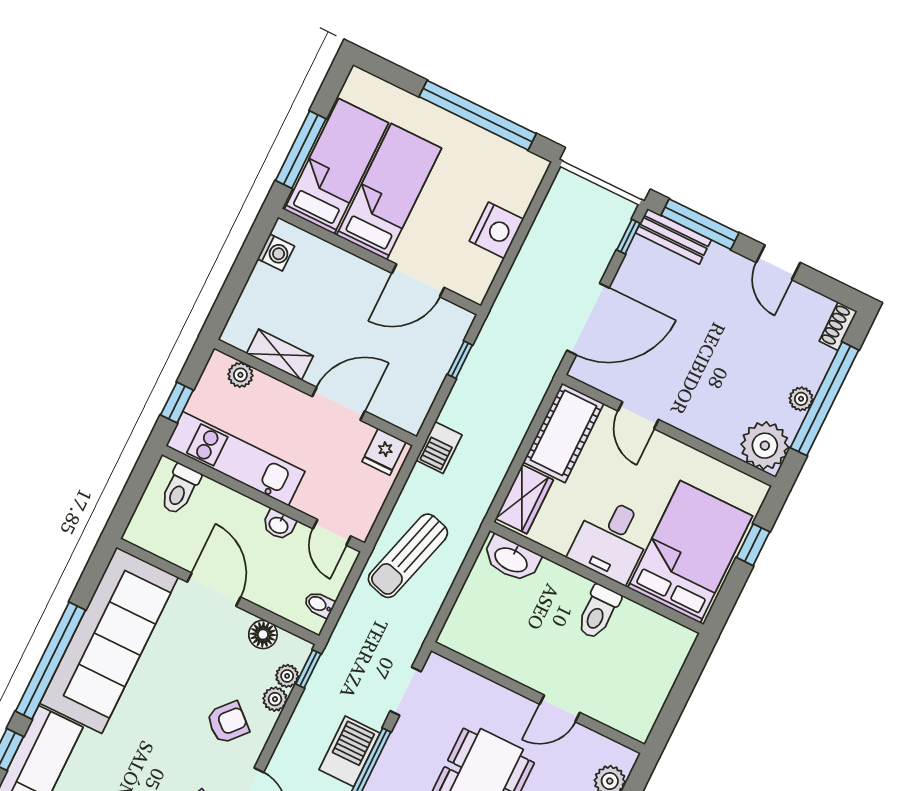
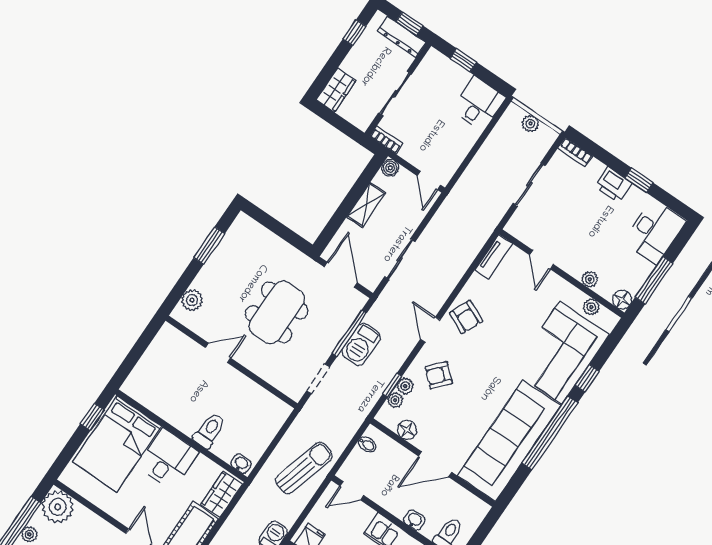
washbasin: (279, 525) -> (414, 520), moved
door: (332, 532) -> (352, 491), swing flipped
window: (753, 545) -> (92, 417), moved
washbasin: (511, 559) -> (241, 464), width x0.52, depth x0.69
door: (214, 590) -> (435, 464), hinge flipped
toilet: (598, 612) -> (209, 430), moved
window: (308, 669) -> (392, 385), moved

